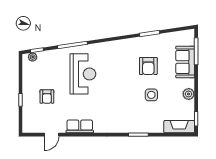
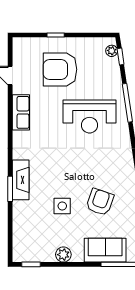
armchair: (148, 66) -> (100, 202), turned 109
armchair: (47, 97) -> (60, 69), width x1.88, depth x1.88
fireplace: (179, 127) -> (21, 180), moved

